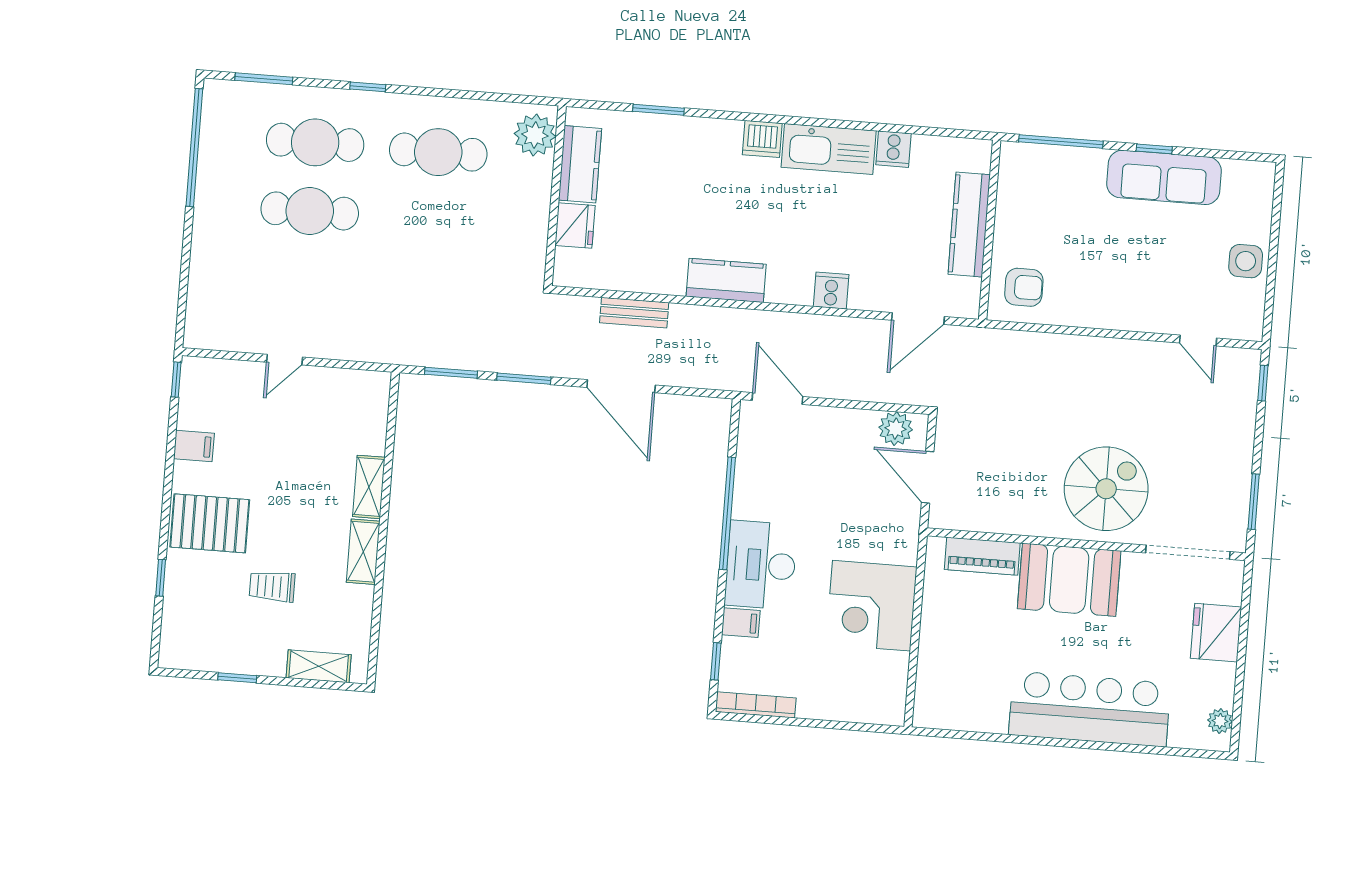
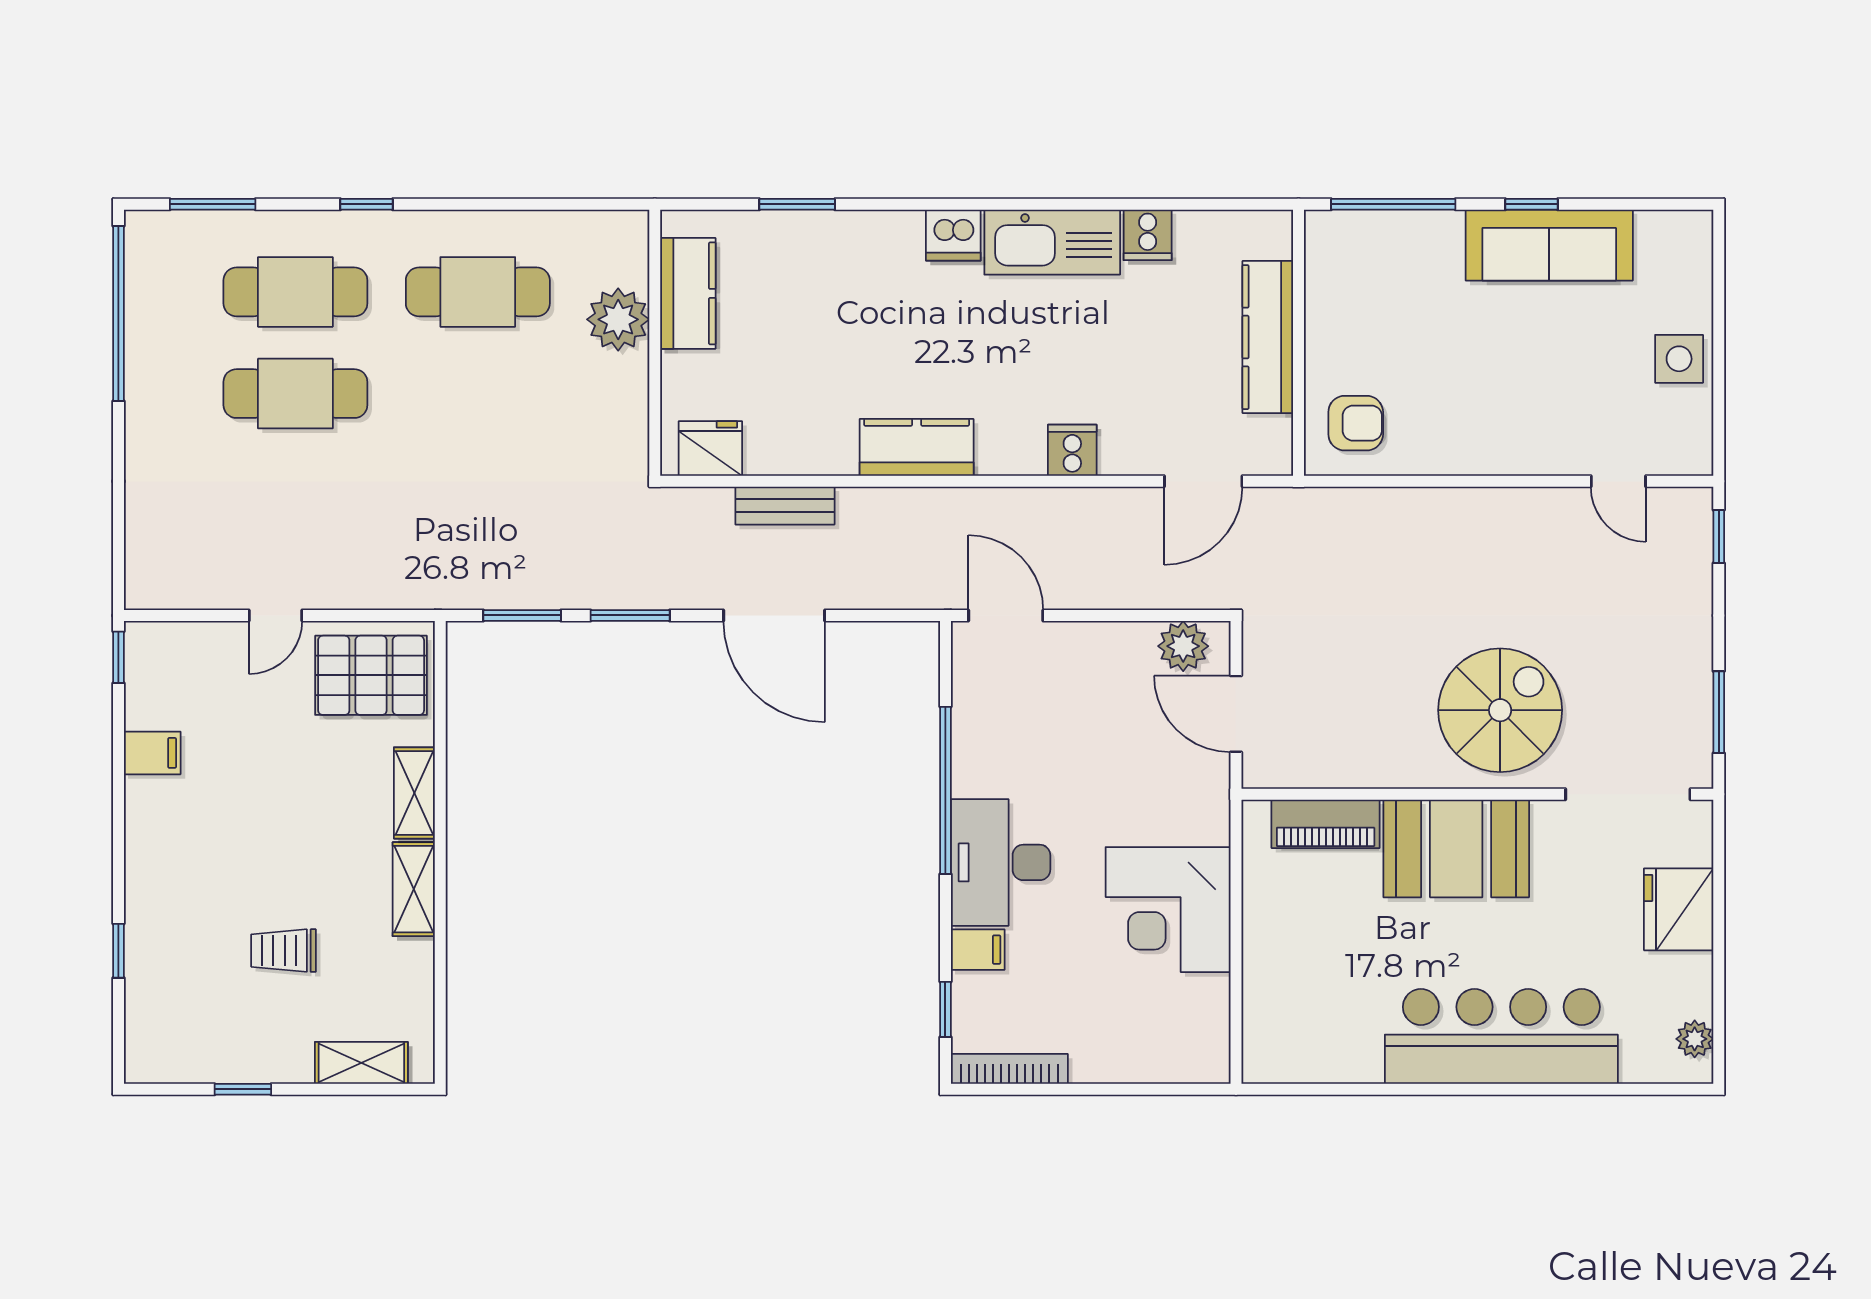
plant: (535, 135) -> (618, 319), moved
fridge: (575, 226) -> (710, 449), moved, turned -90
pallet: (210, 523) -> (371, 675), moved

